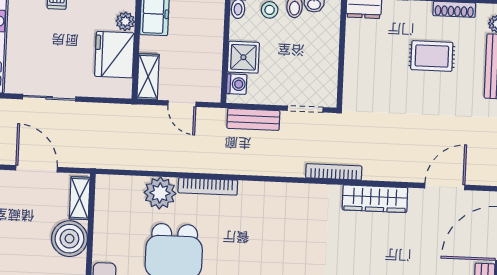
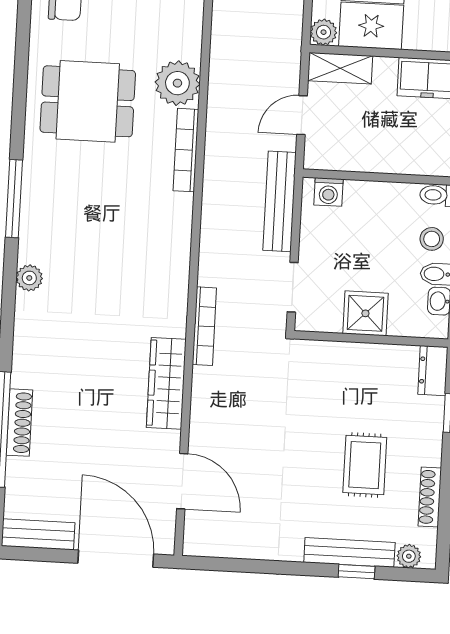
plant: (125, 21) -> (324, 32), moved
shower: (243, 57) -> (365, 313), moved
bench: (253, 119) -> (280, 201), width x1.36

